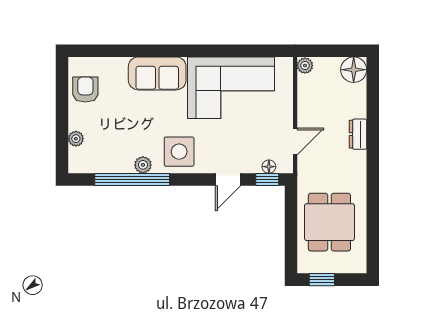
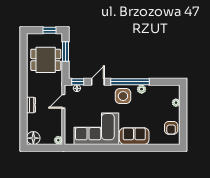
window: (132, 179) -> (130, 82), moved
dining table: (329, 222) -> (46, 60), turned 90
window: (291, 238) -> (66, 51), added

